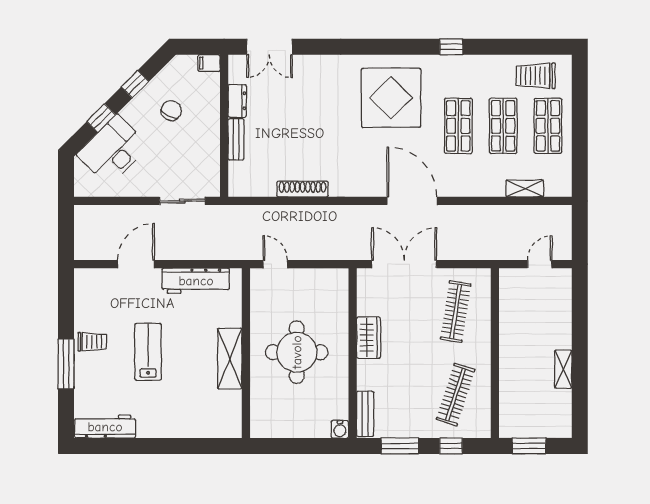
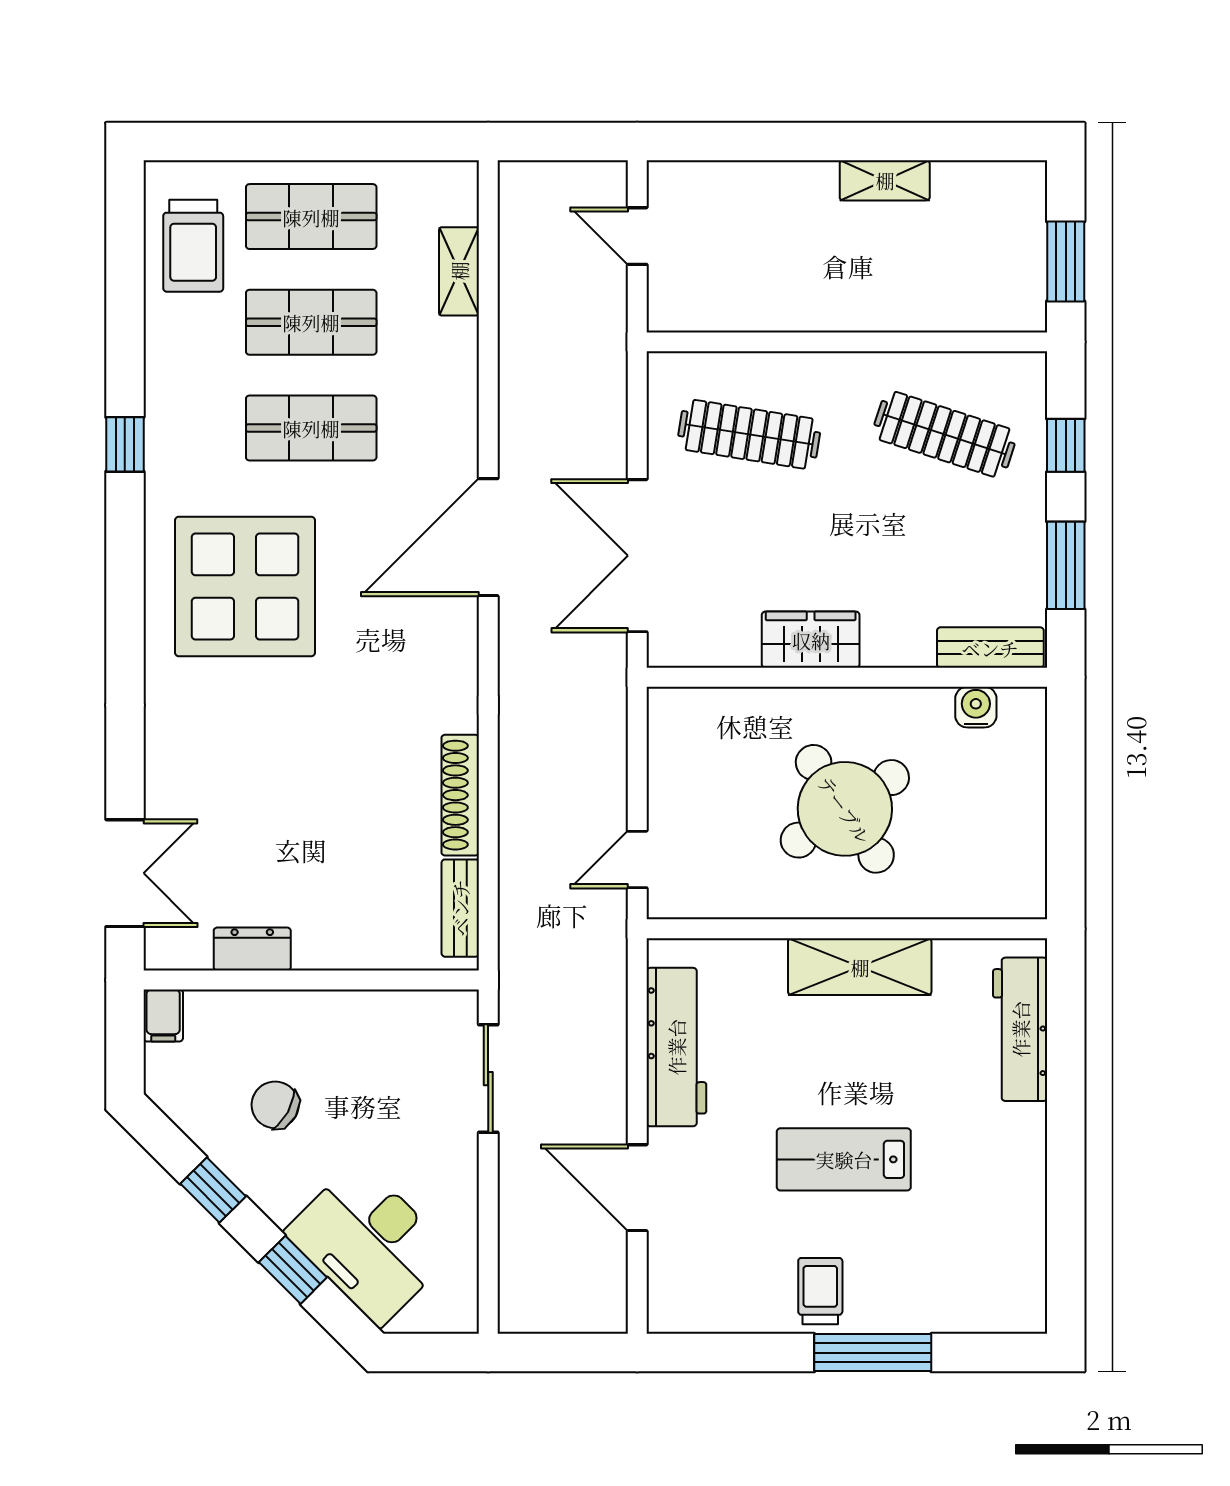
bench: (236, 139) -> (460, 908), moved, turned 90
round table: (297, 352) -> (845, 809), turned -34
workbench: (105, 427) -> (1020, 1029), moved
water cooler: (340, 429) -> (976, 707), moved, turned -90

